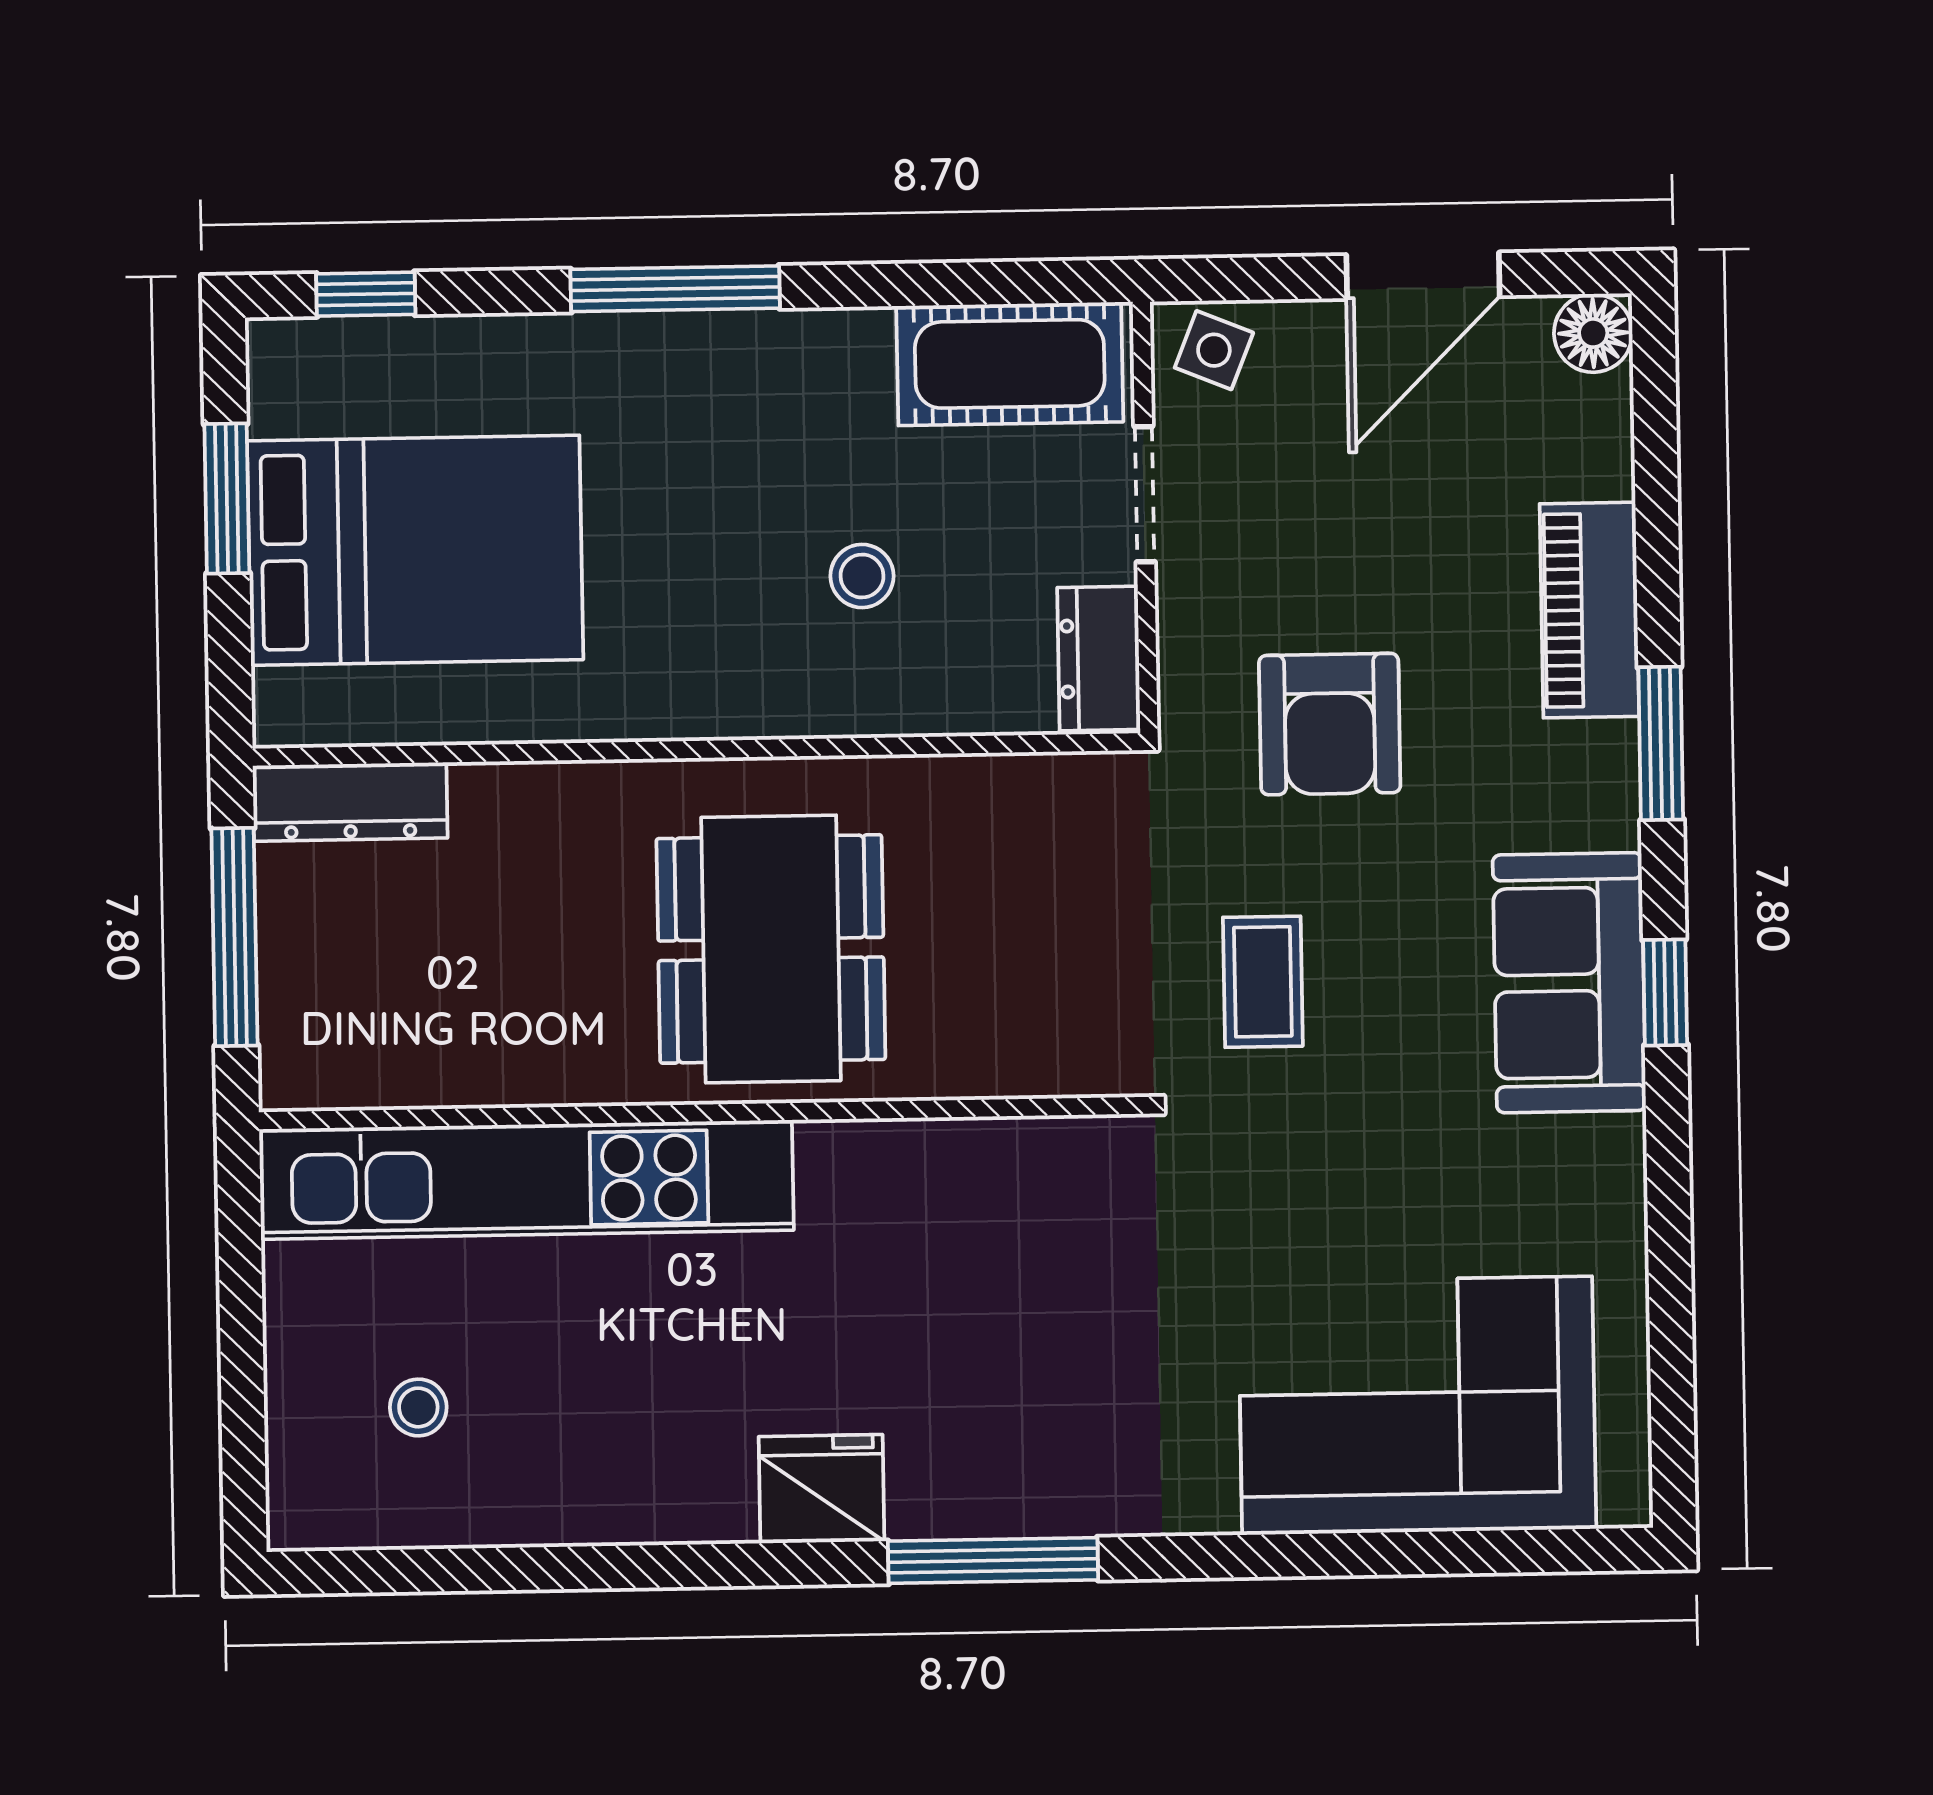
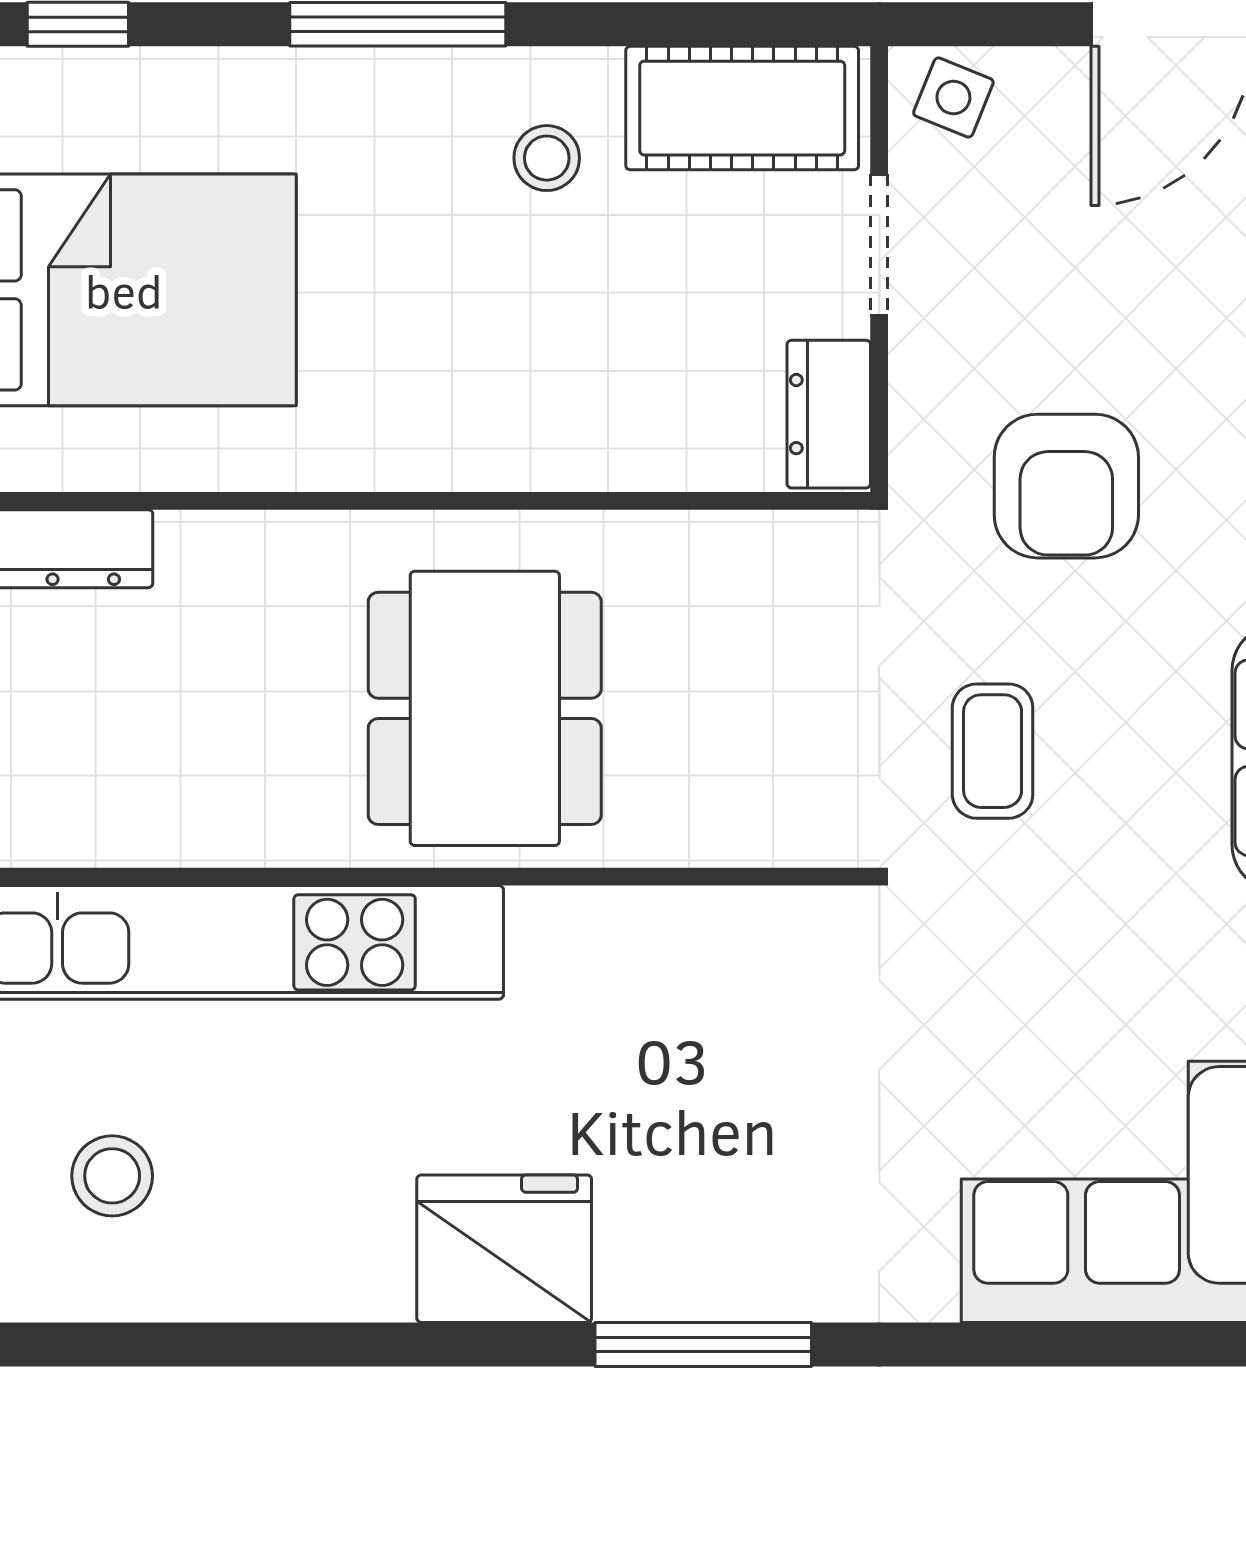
stool: (862, 576) -> (547, 158), moved
stool: (418, 1407) -> (112, 1176), width x1.37, depth x1.37
fridge: (822, 1489) -> (504, 1249), width x1.36, depth x1.34

